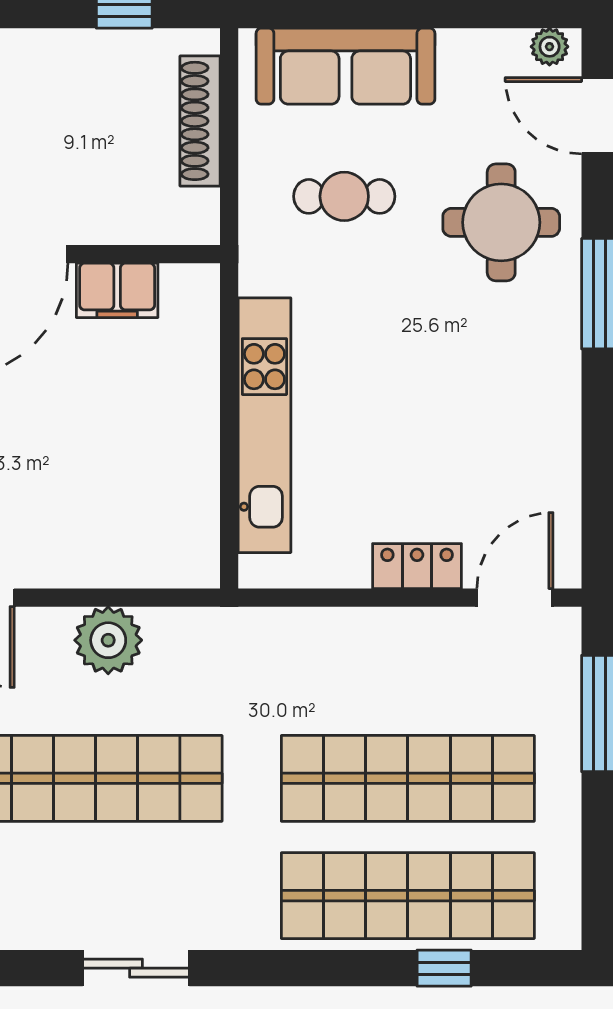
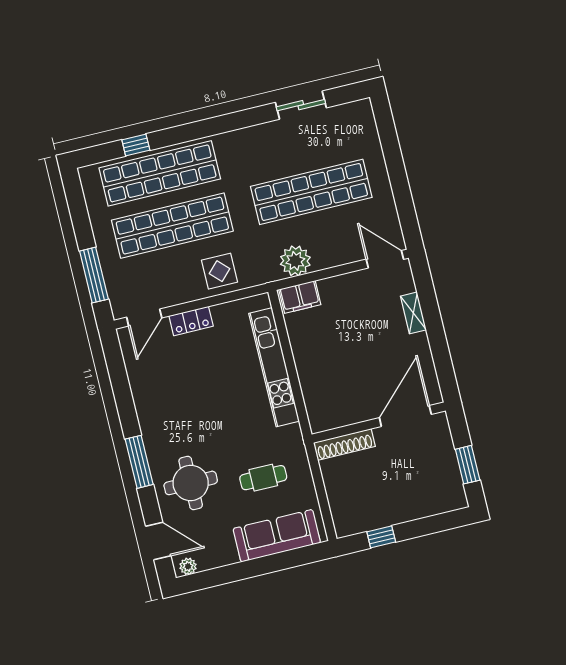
shoe rack: (200, 121) -> (344, 445), moved, turned 90
filing cabinet: (117, 290) -> (300, 297), moved, turned 180
plant: (108, 640) -> (295, 261), moved
display table: (331, 657) -> (219, 271), added
sliding door: (136, 968) -> (301, 105), moved

